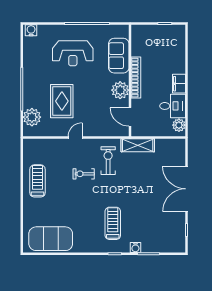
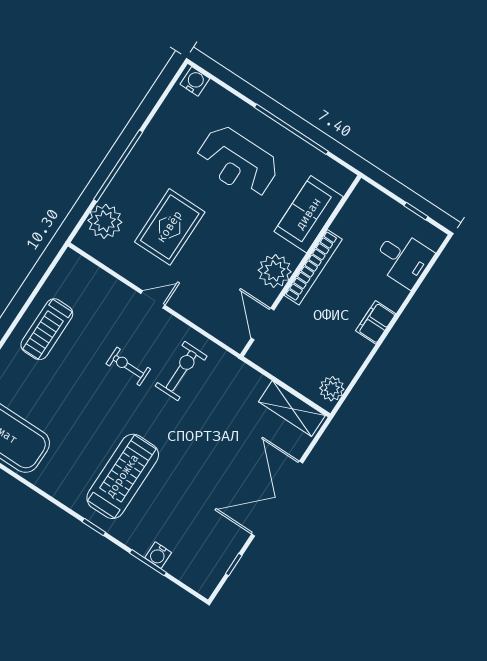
desk: (173, 106) -> (403, 259), moved
shelving: (138, 145) -> (292, 409), moved
treadmill: (37, 181) -> (47, 329), turned 180
treadmill: (113, 223) -> (123, 476), width x1.37, depth x1.38
water cooler: (135, 248) -> (158, 555), moved

